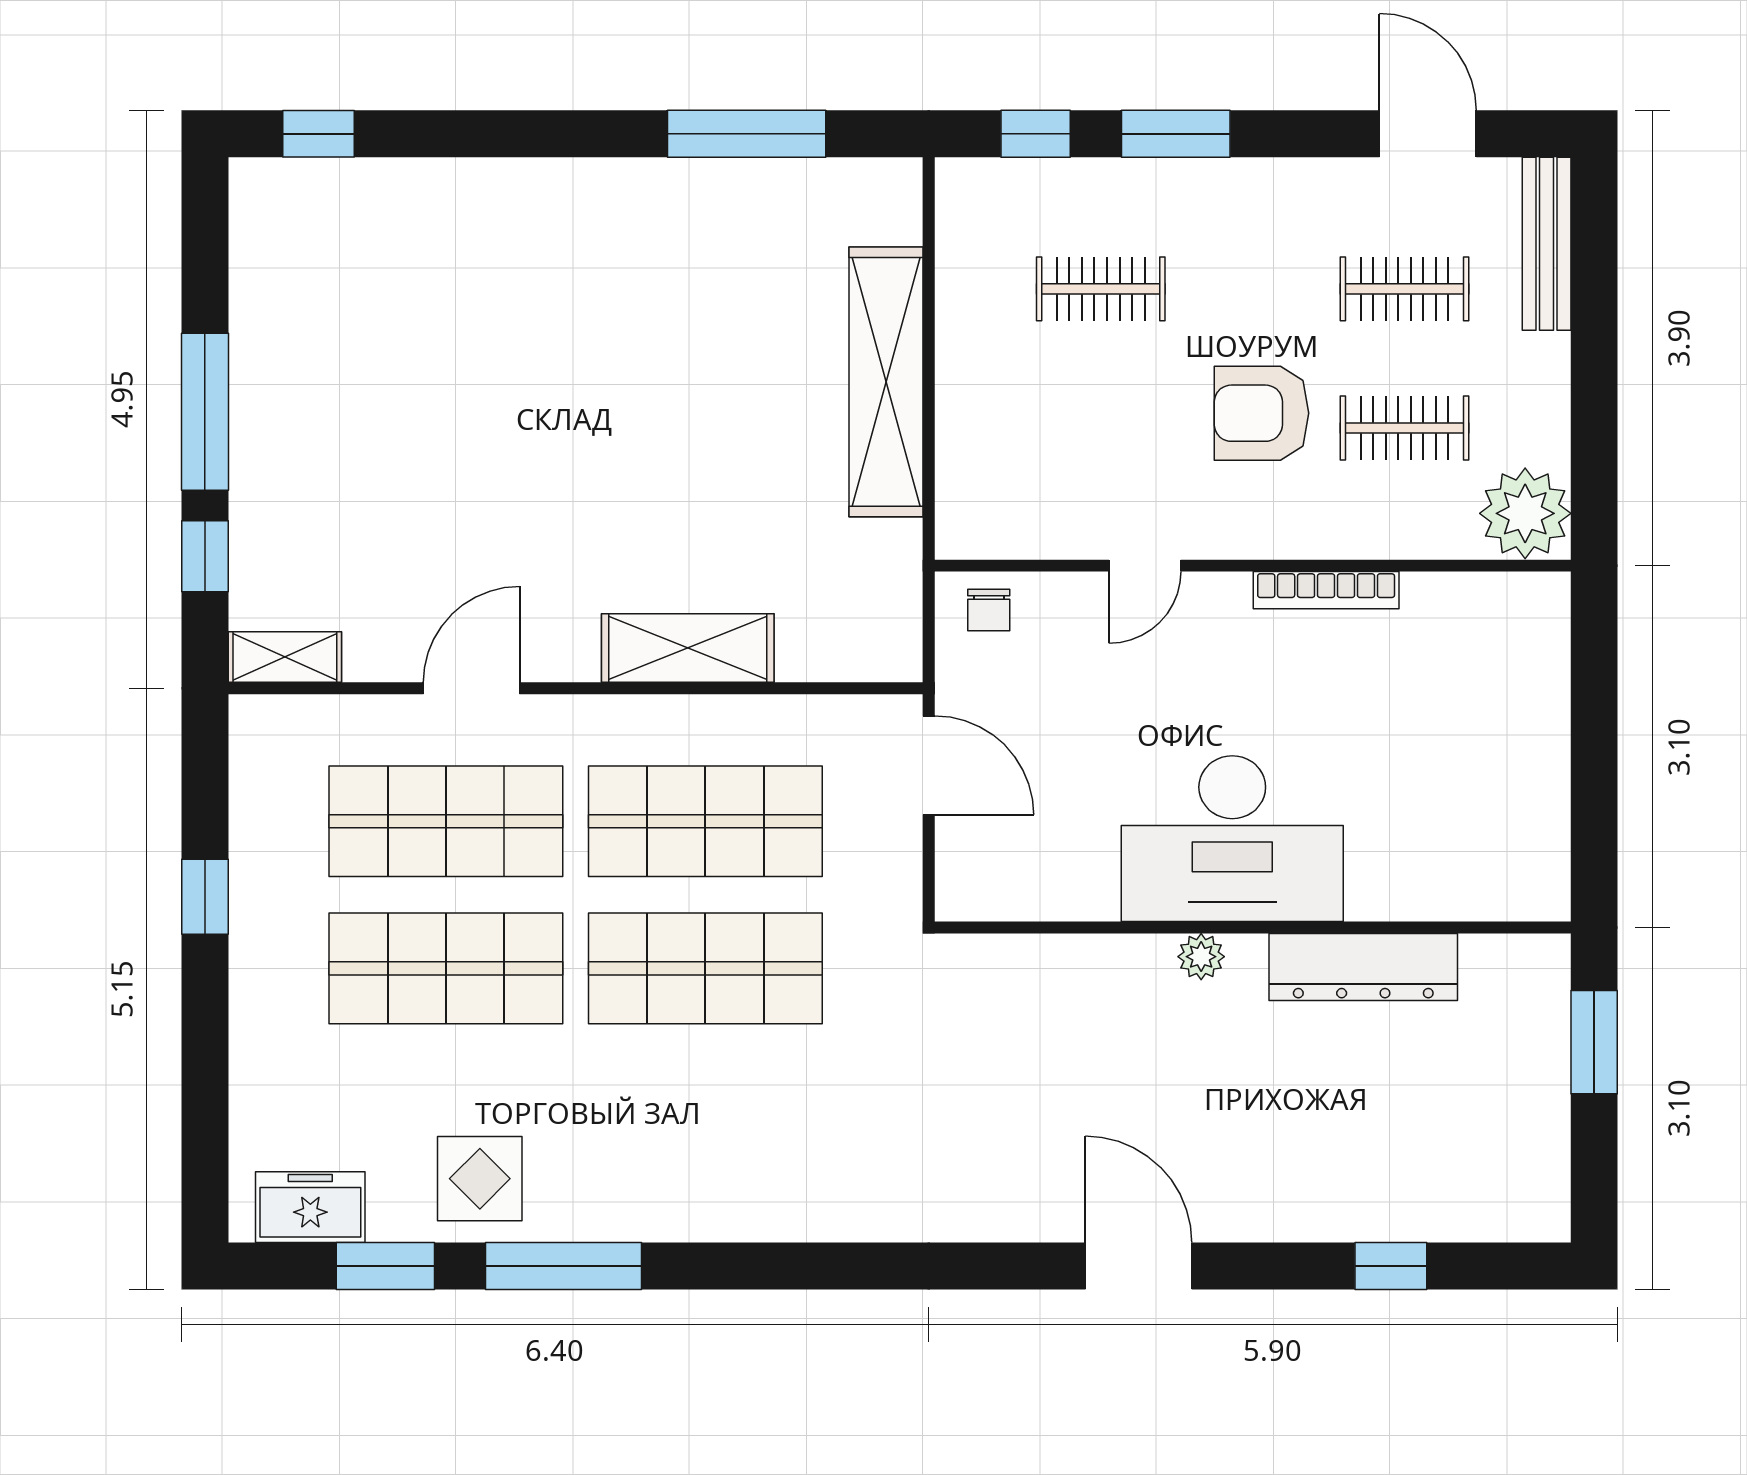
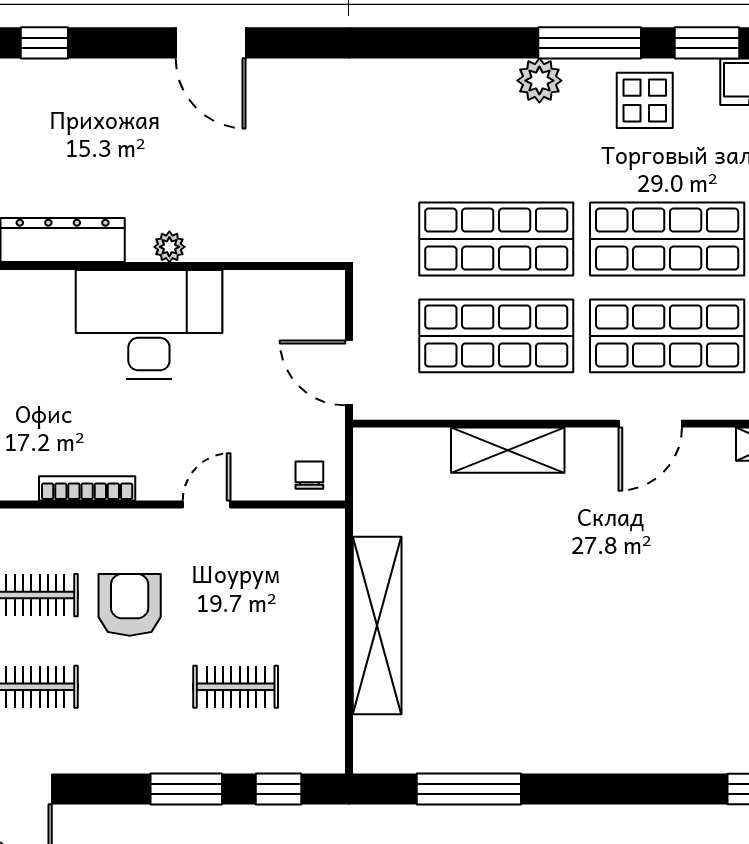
armchair: (1262, 413) -> (130, 605), turned -90
plant: (640, 1209) -> (539, 81), added

